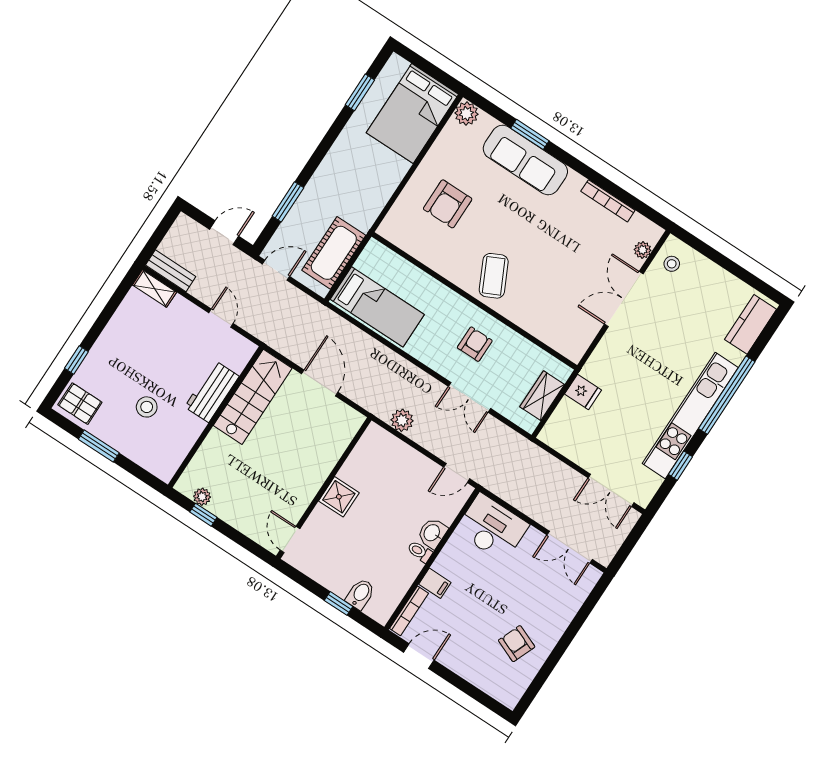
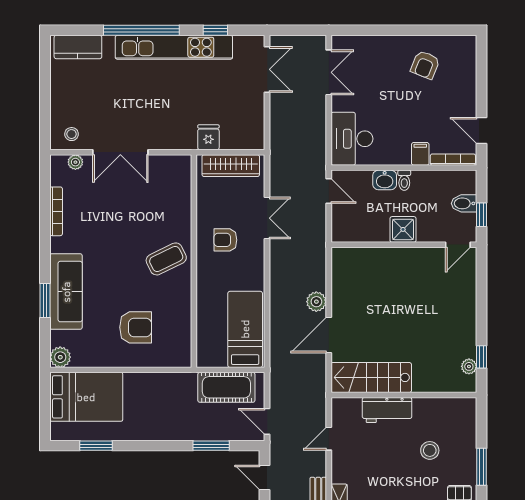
wardrobe: (542, 396) -> (231, 166), width x1.50
plant: (402, 420) -> (316, 302), moved
wall: (324, 488) -> (404, 245), moved
shower: (339, 497) -> (403, 229), moved
door: (290, 539) -> (458, 245), moved

